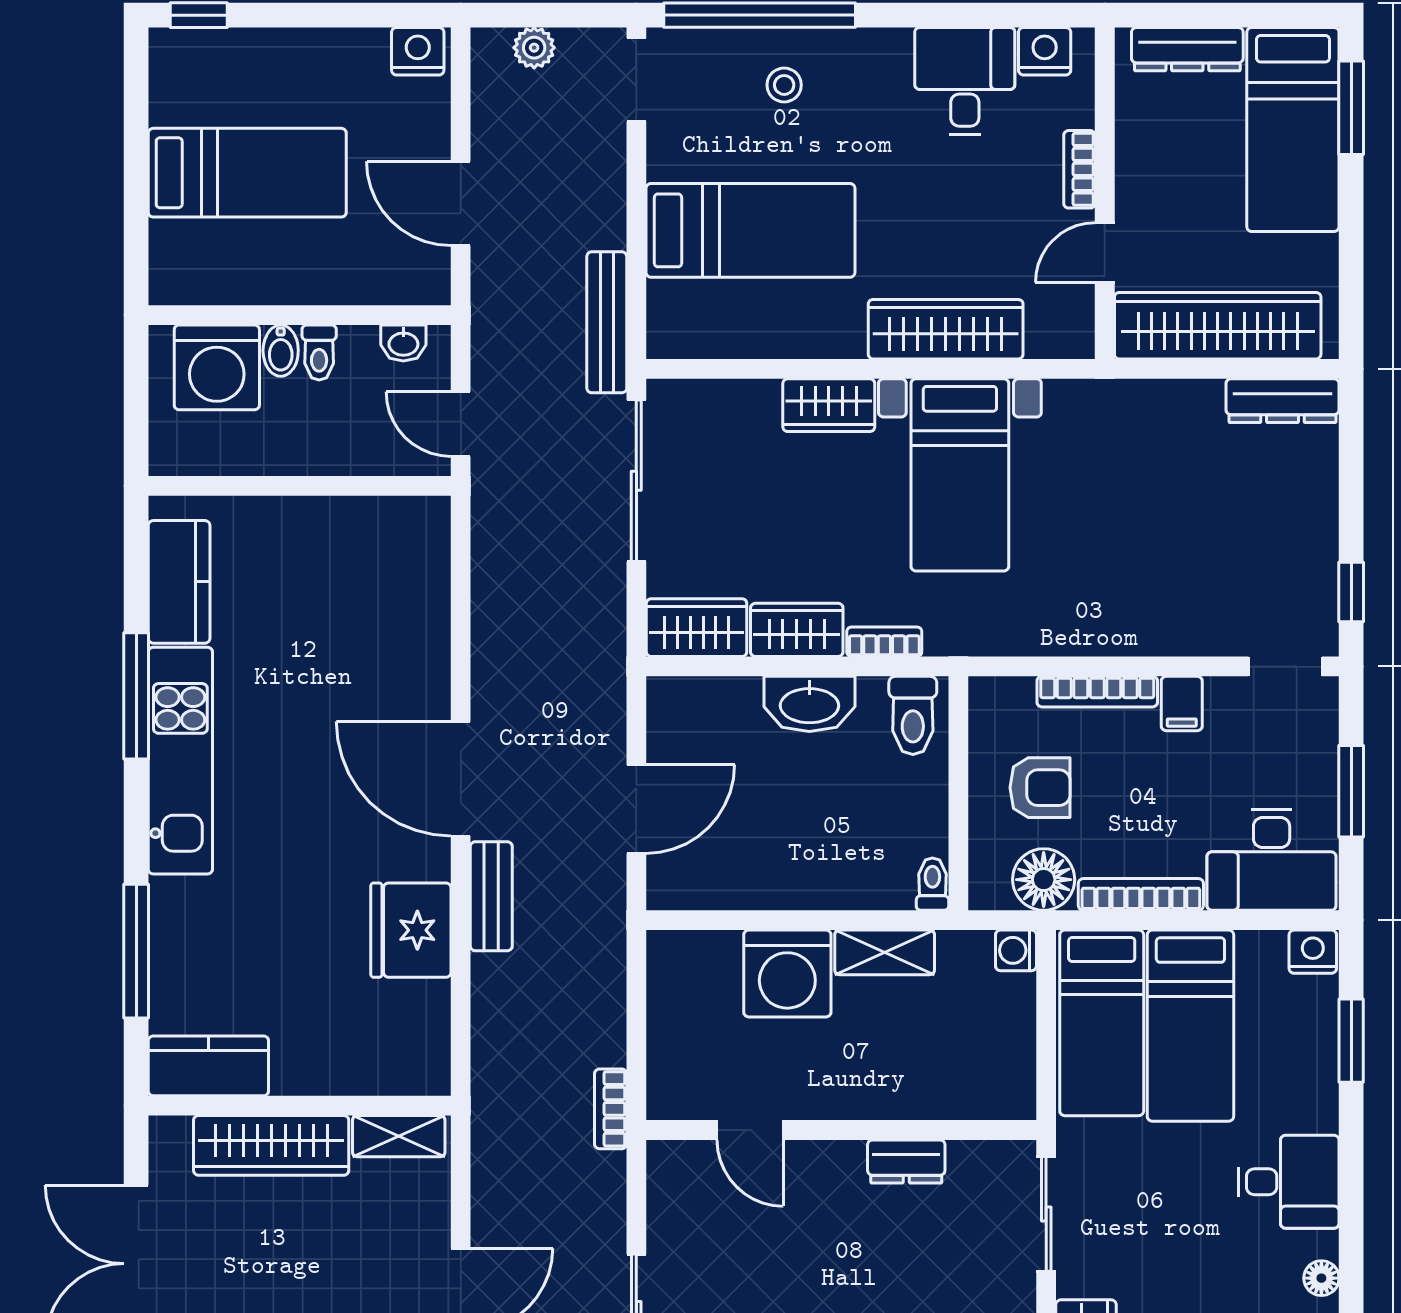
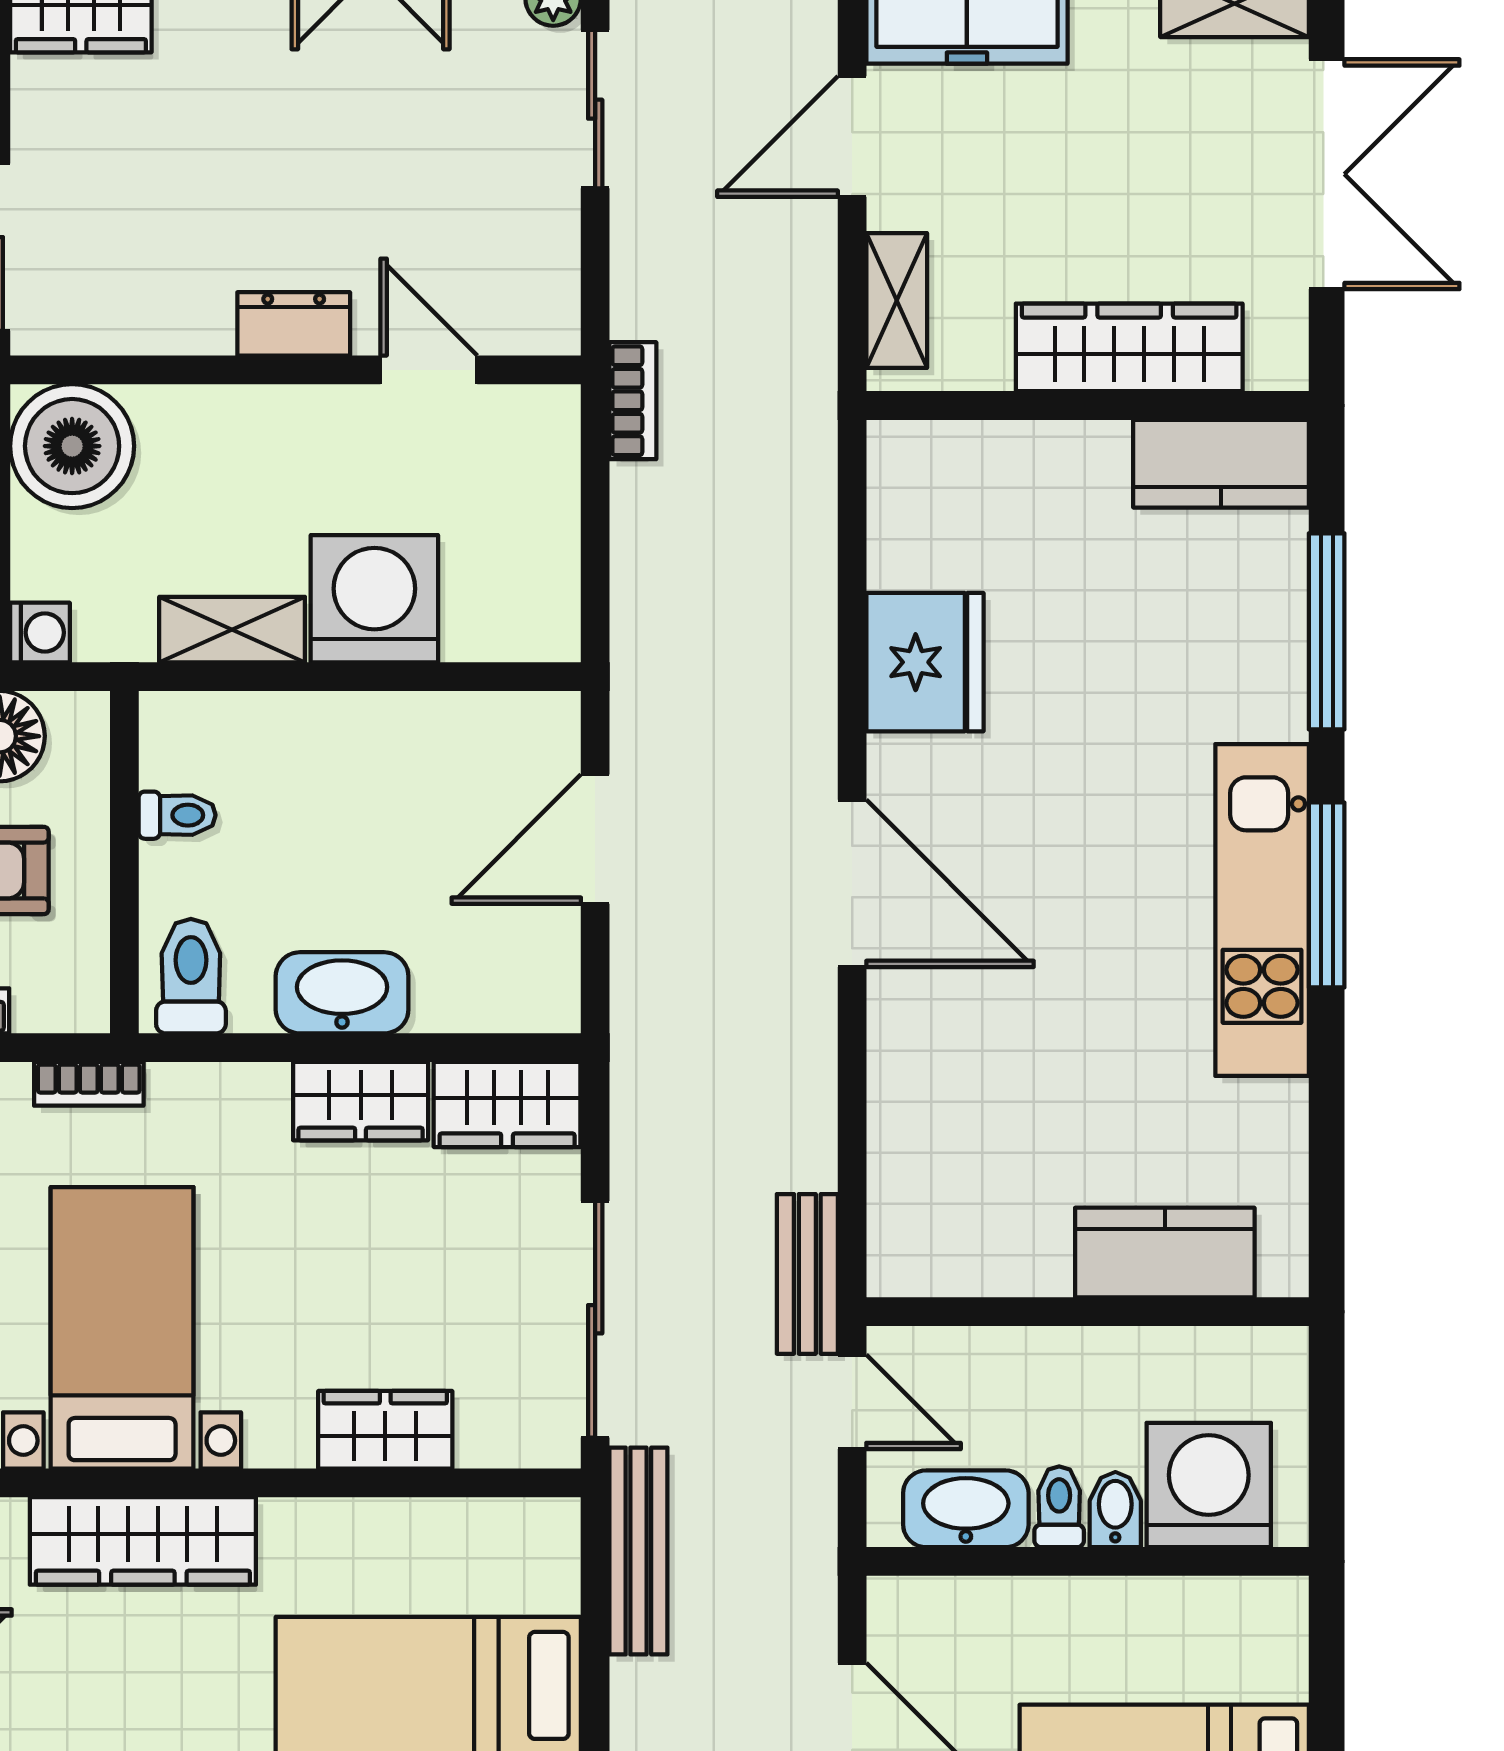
washbasin: (403, 343) -> (966, 1509), width x1.91, depth x1.45
wardrobe: (829, 405) -> (385, 1430), moved
kitchen counter: (179, 582) -> (1165, 1253), moved, turned 90
bookcase: (884, 642) -> (89, 1084), moved
window: (136, 696) -> (1327, 895), moved
toilet: (932, 884) -> (177, 815), moved, turned -90
bench: (491, 896) -> (807, 1274), moved
boiler: (994, 1078) -> (72, 446), added
shelving: (399, 1136) -> (897, 301), moved, turned 90
dresser: (906, 1161) -> (294, 324), moved

